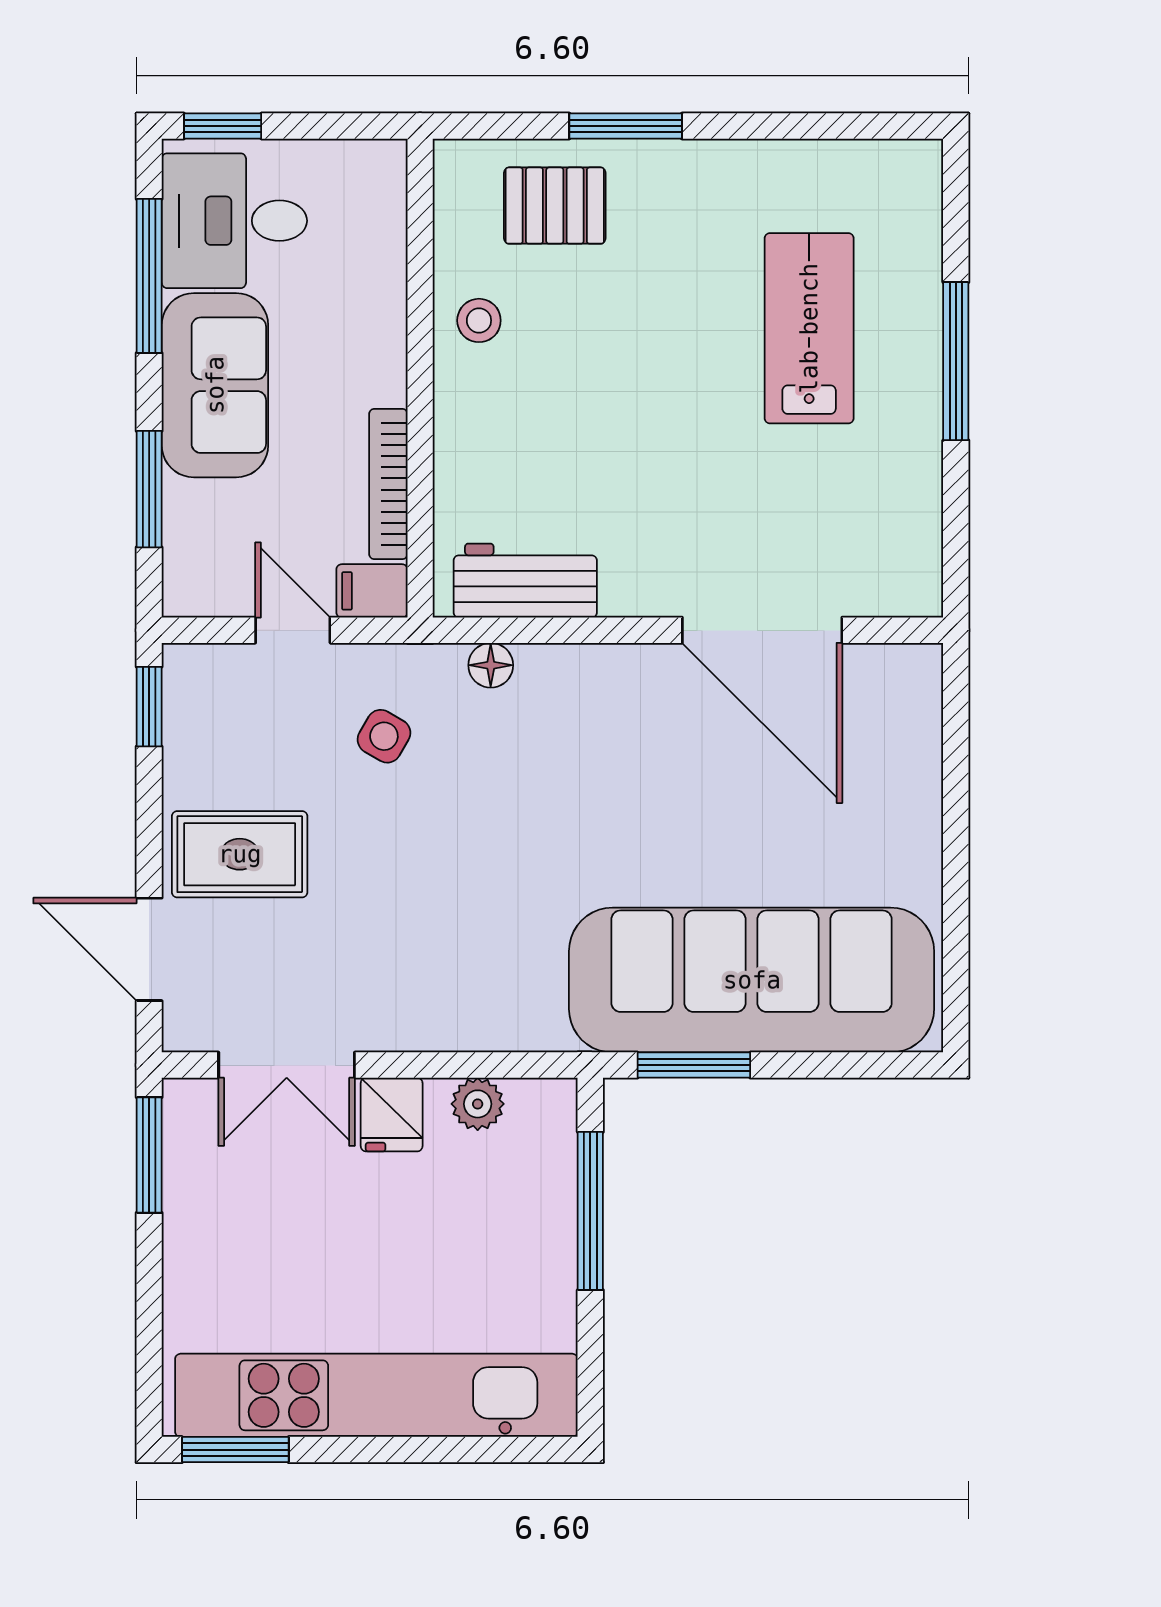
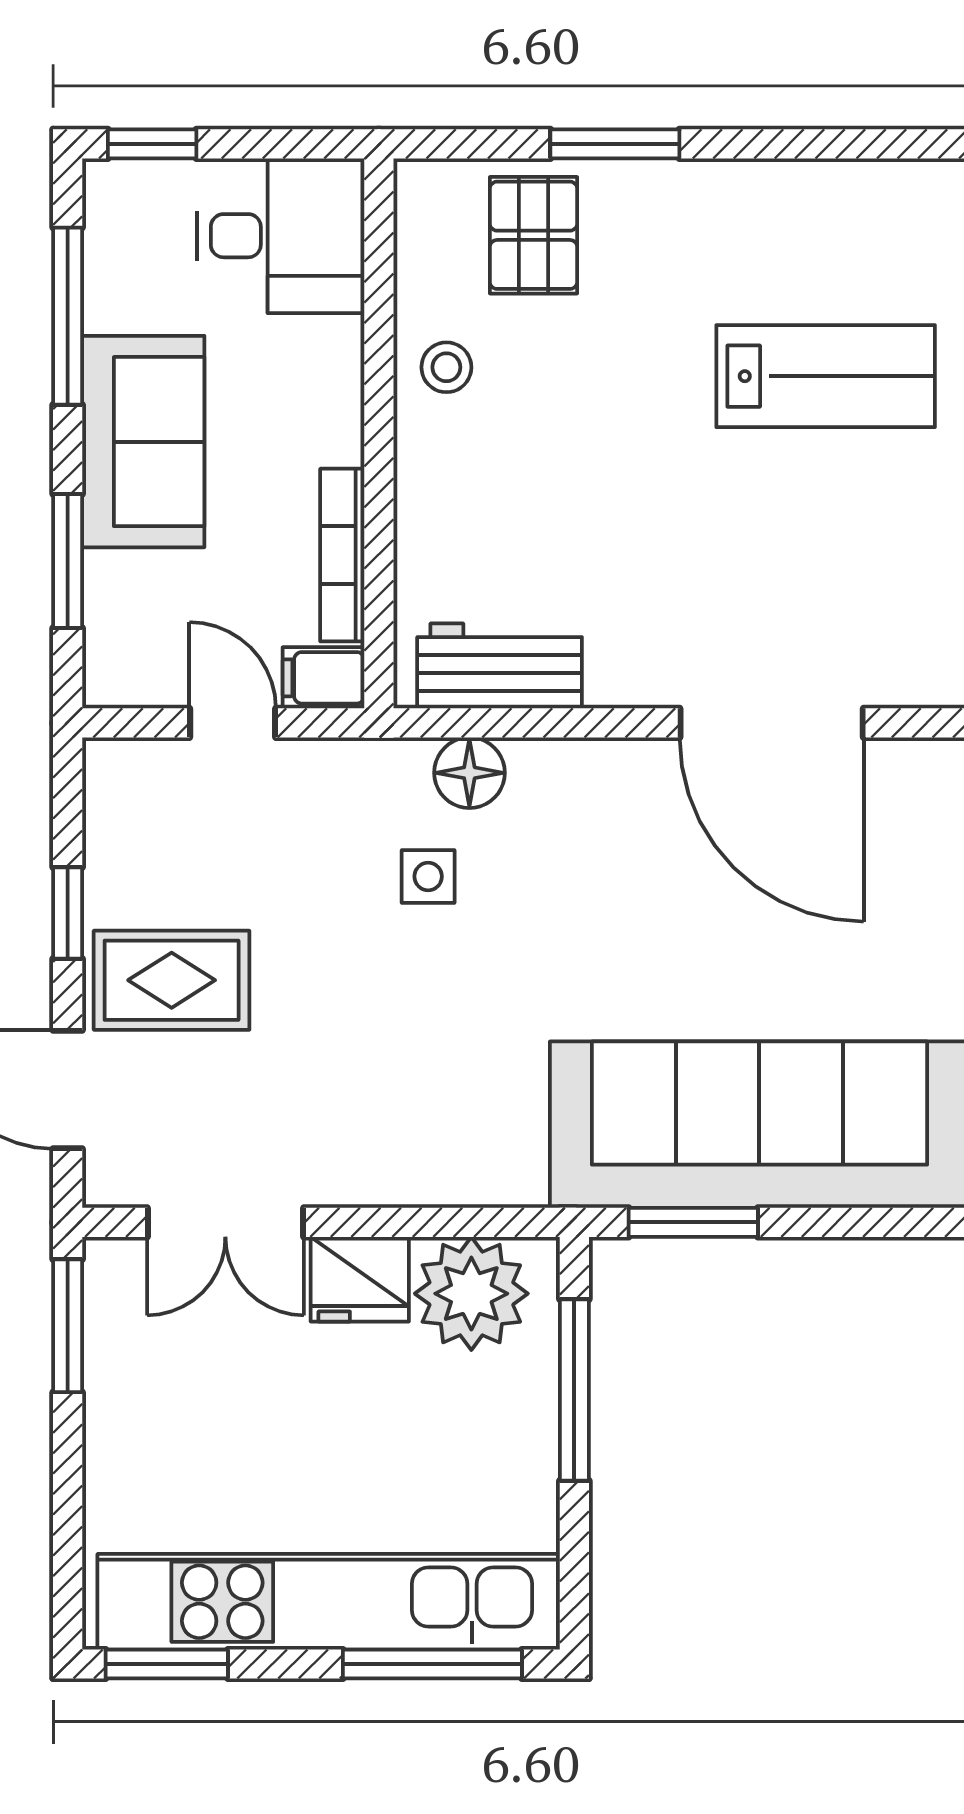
pallet: (555, 206) -> (533, 235), turned 90
desk: (234, 221) -> (281, 236), moved, turned 180
lab bench: (809, 328) -> (826, 376), turned 90
floor lamp: (491, 665) -> (469, 773), width x1.37, depth x1.37
window: (149, 707) -> (68, 913), moved
side table: (384, 736) -> (428, 876), moved, turned -30
plant: (478, 1104) -> (471, 1294), width x1.88, depth x1.88
fridge: (392, 1115) -> (360, 1279), width x1.38
window: (467, 1450) -> (432, 1664), added

